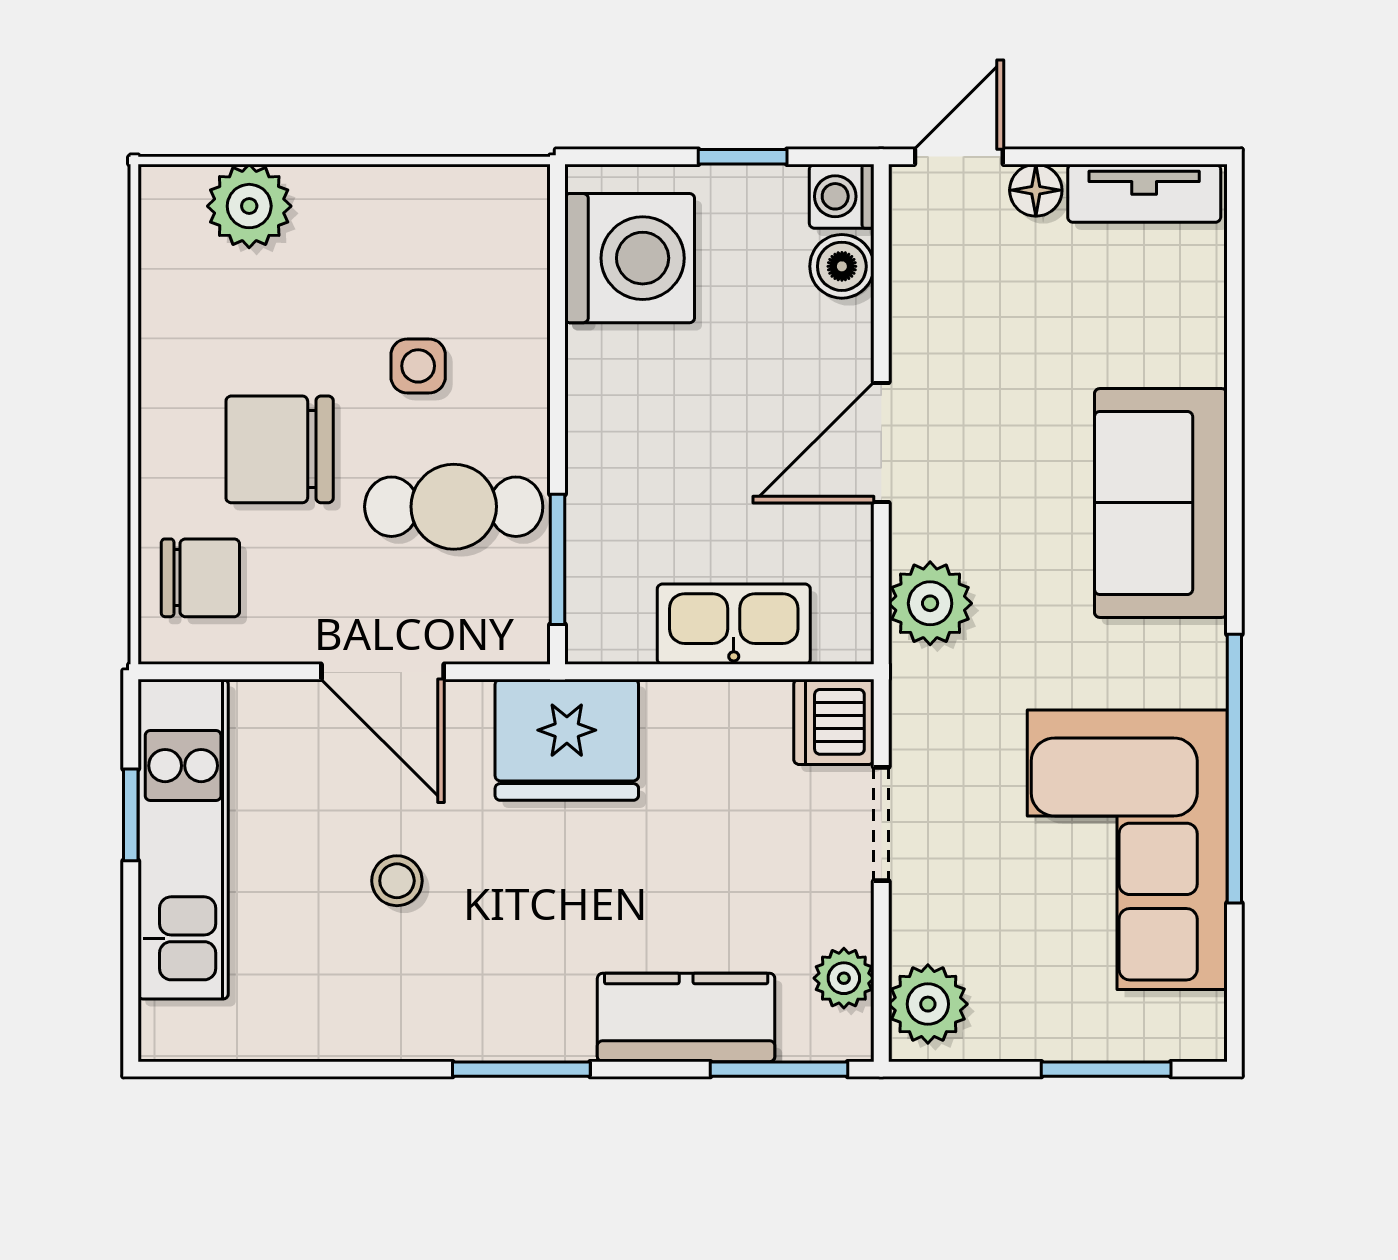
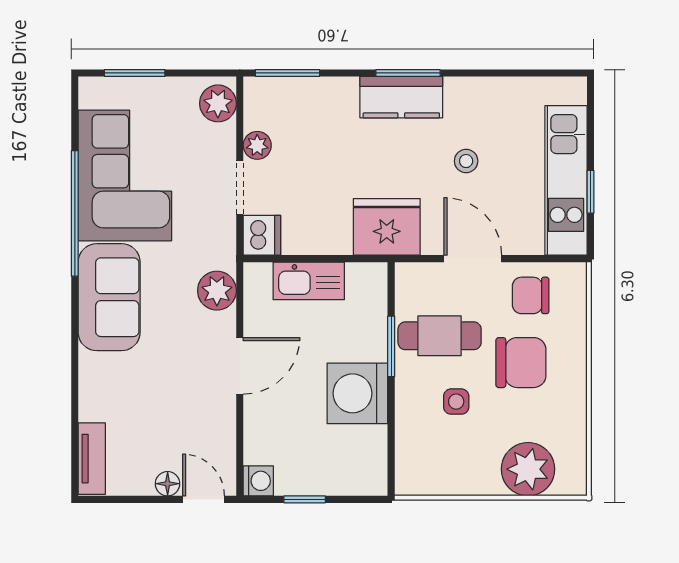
door: (959, 157) -> (204, 499), swing flipped
tv unit: (1144, 193) -> (92, 459), moved, turned 90
plant: (249, 206) -> (528, 469), width x1.36, depth x1.36
washing machine: (630, 258) -> (357, 393), moved
boiler: (842, 266) -> (258, 448), removed
sofa: (1161, 503) -> (109, 297), moved
window: (557, 559) -> (391, 346), moved
chair: (200, 578) -> (531, 295), moved
plant: (844, 978) -> (257, 145), moved
kitchen counter: (686, 1017) -> (401, 97), moved

